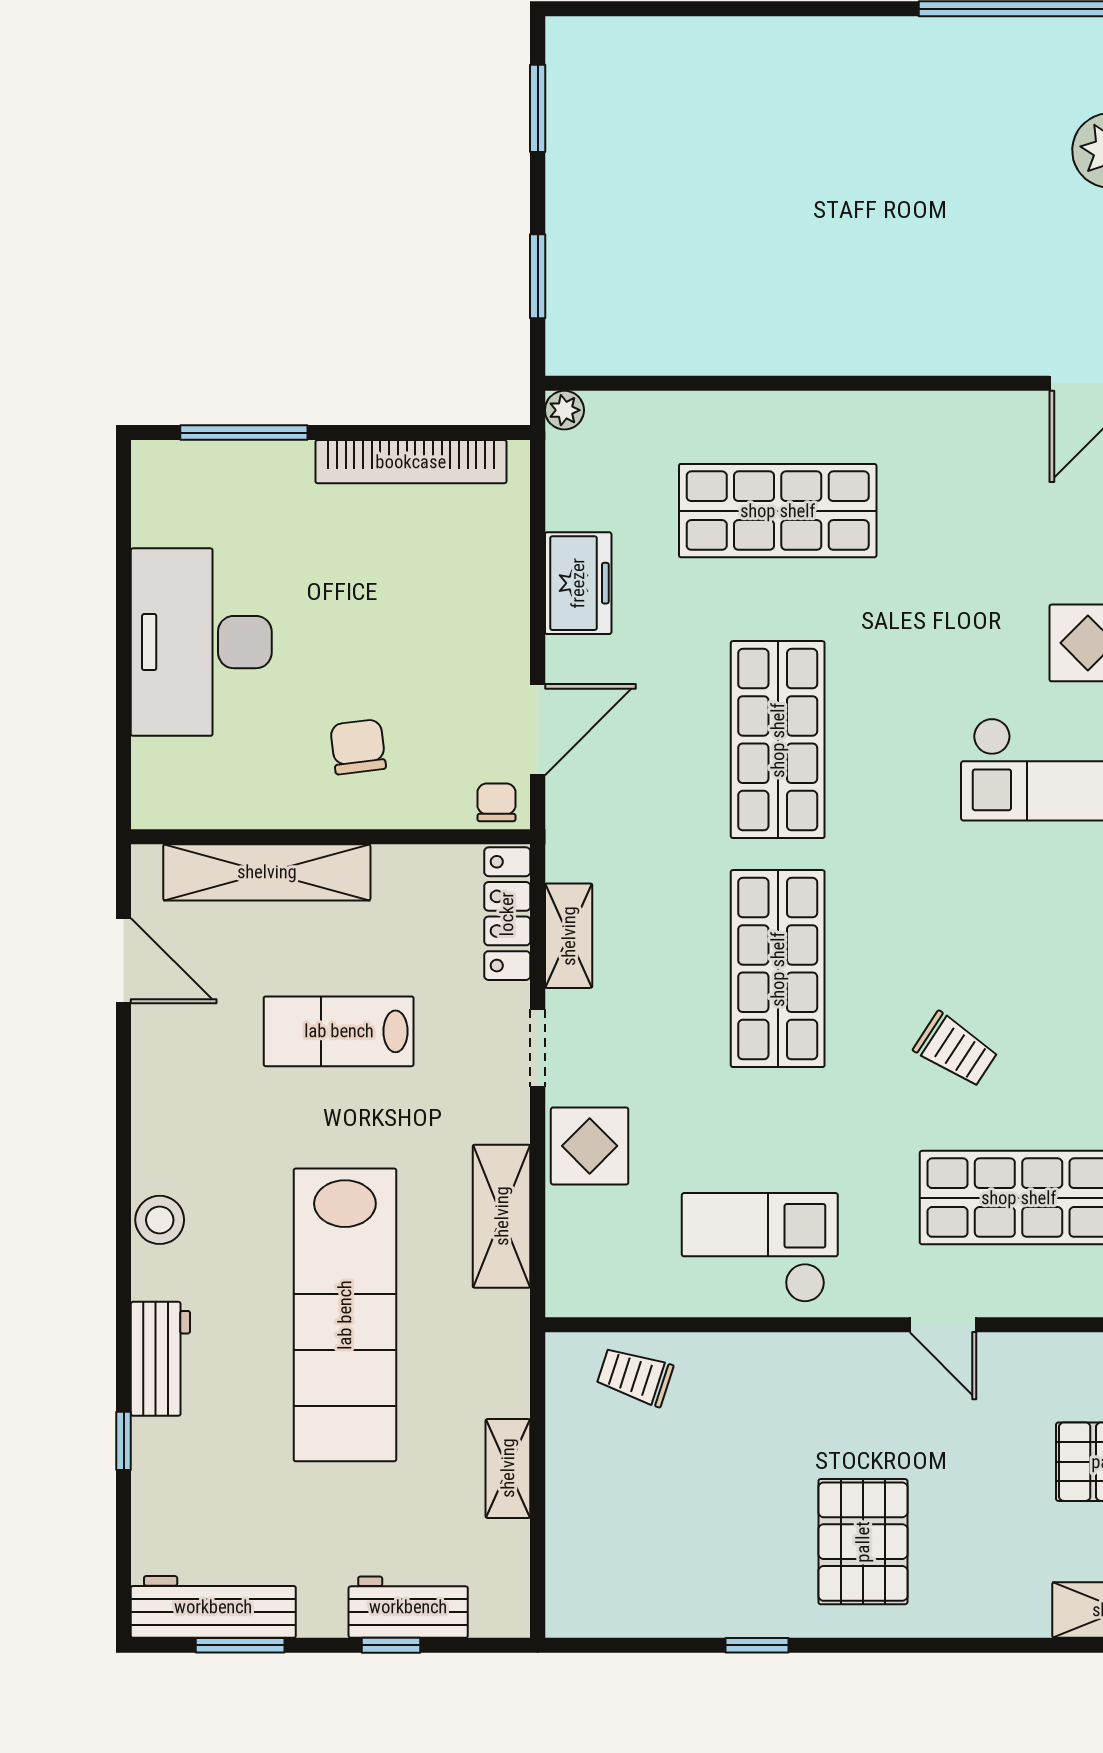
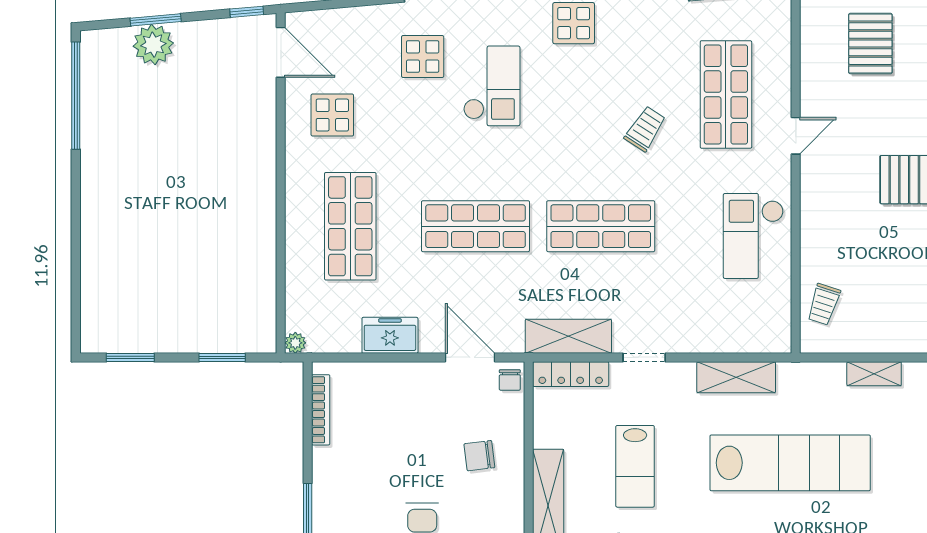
bookcase: (411, 462) -> (321, 410), width x0.68, depth x0.76
chair: (496, 802) -> (510, 380), turned -90
shelving: (569, 936) -> (568, 336), width x1.50, depth x1.33
display table: (590, 1146) -> (332, 115), moved

